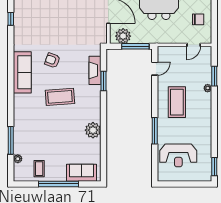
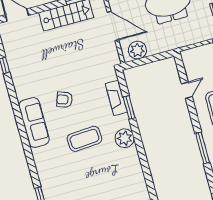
window: (135, 46) -> (154, 58), removed
door: (155, 69) -> (187, 90), moved
plant: (93, 130) -> (125, 138), moved

